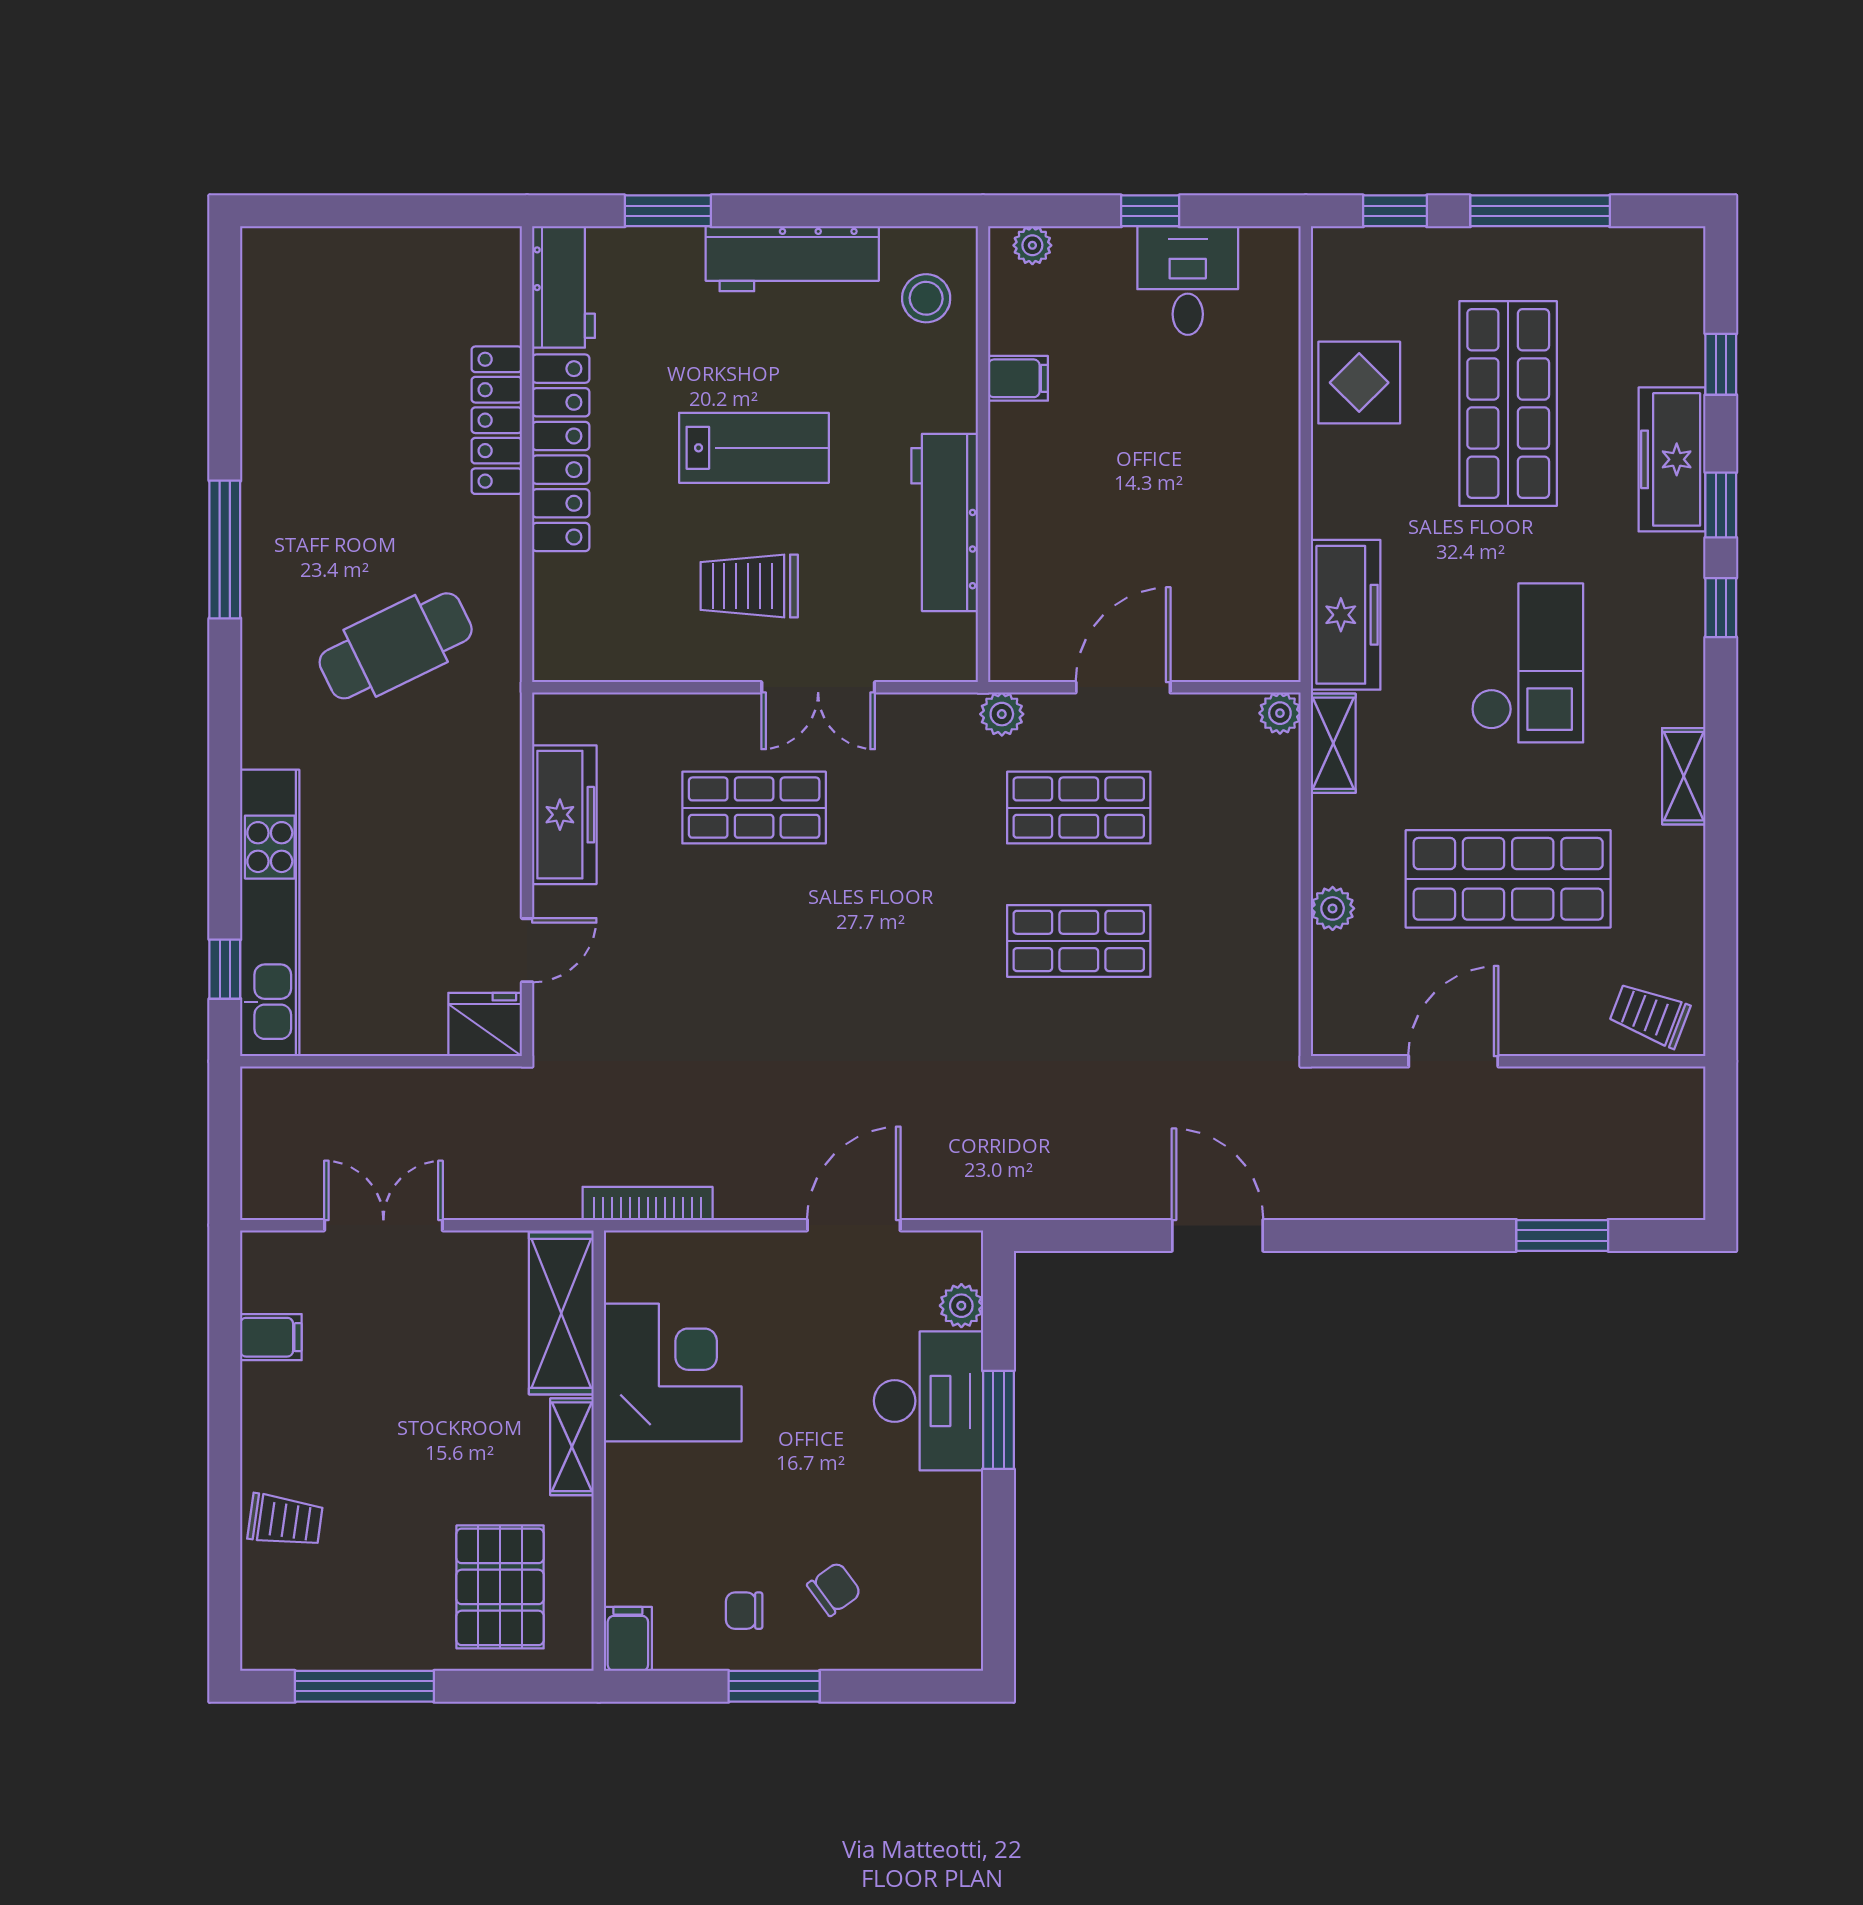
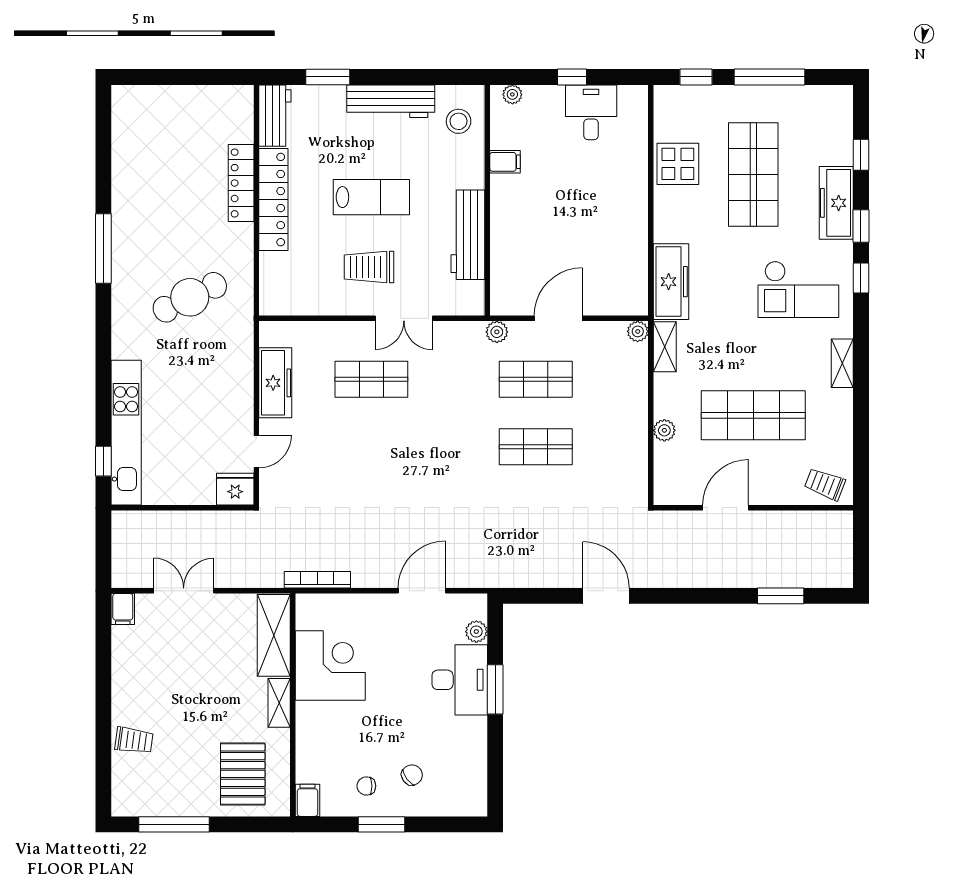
checkout: (1527, 663) -> (798, 289), moved, turned 90
filing cabinet: (271, 1337) -> (123, 609), moved, turned 90

